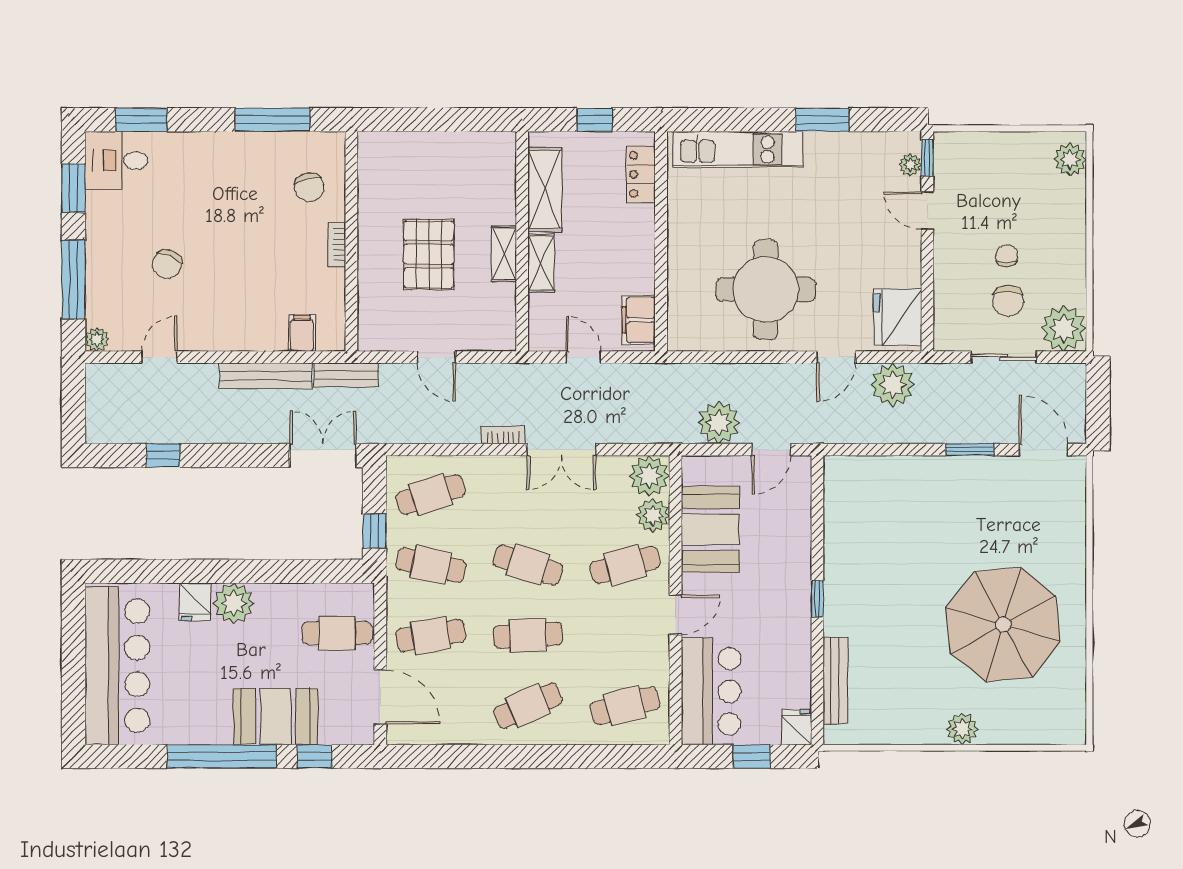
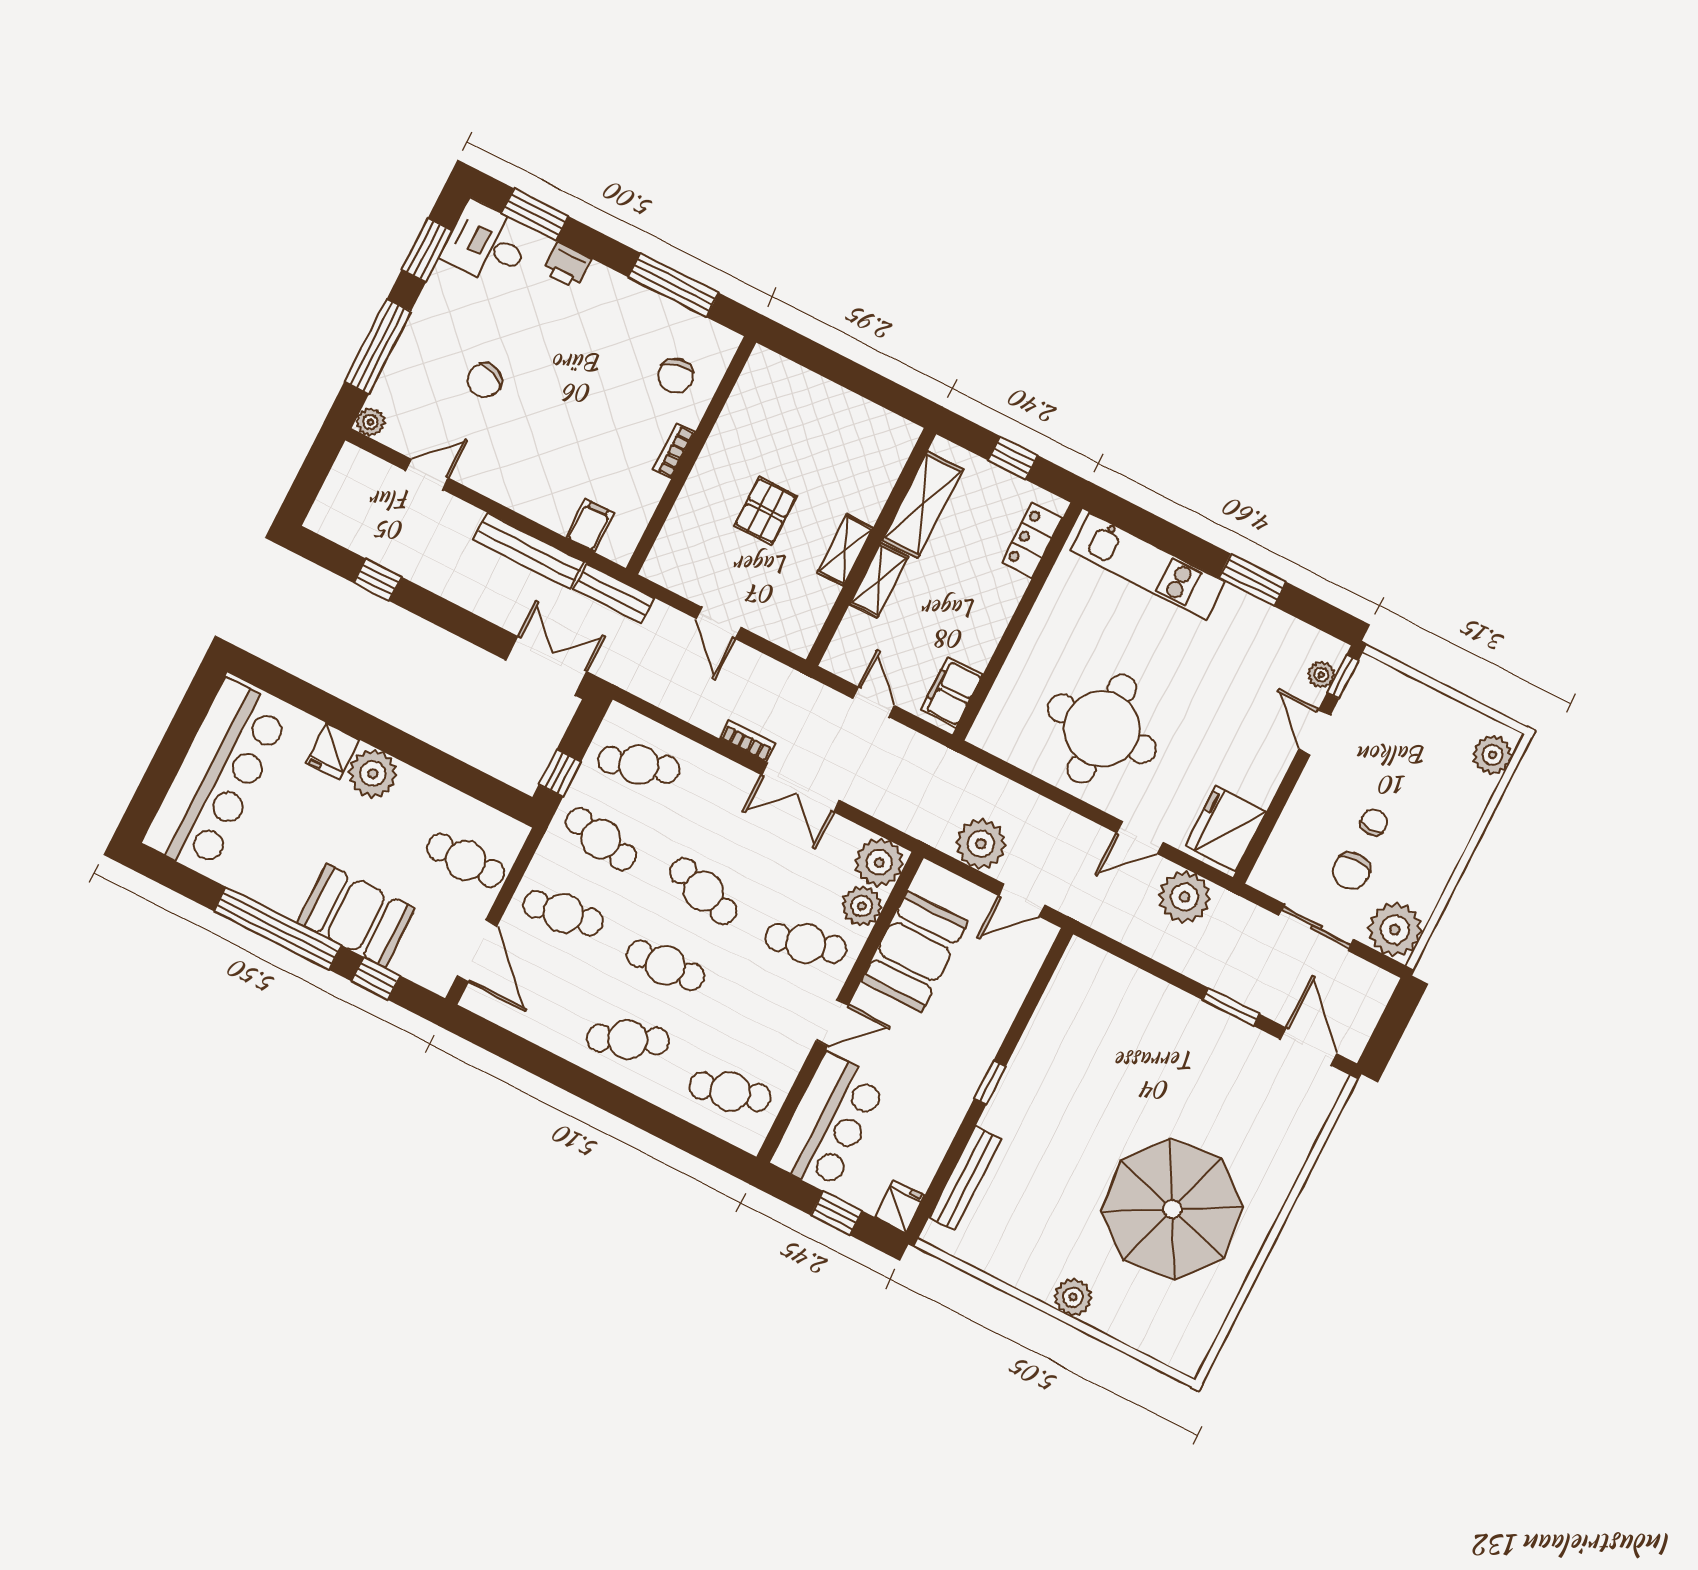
printer: (185, 146) -> (567, 265), added
pallet: (429, 254) -> (766, 511), width x0.67, depth x0.71

